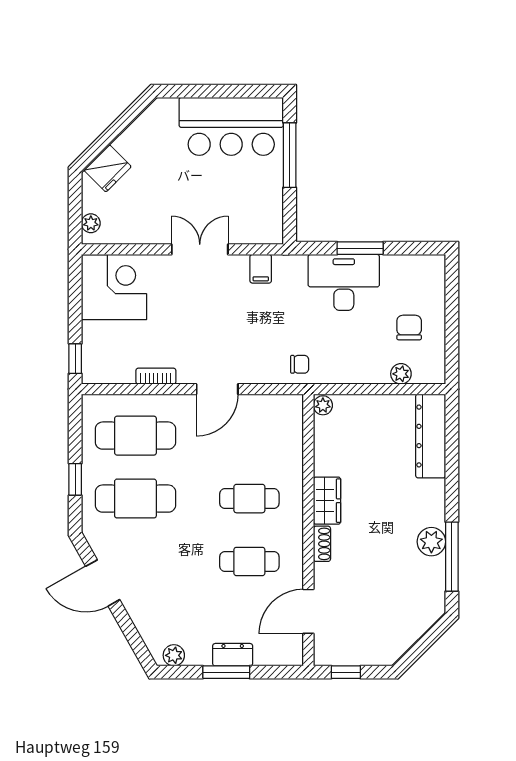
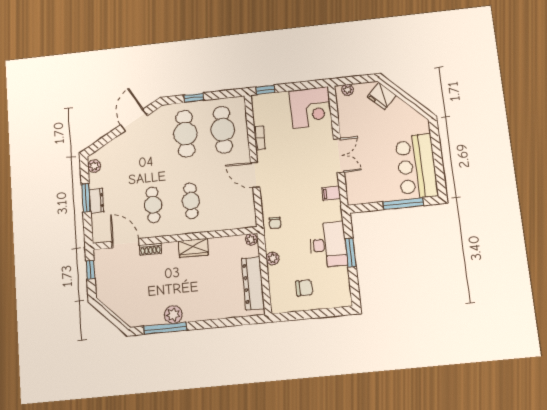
plant: (401, 374) -> (273, 258), moved
dresser: (431, 436) -> (253, 283), moved, turned -90
shoe rack: (322, 544) -> (150, 249), moved

